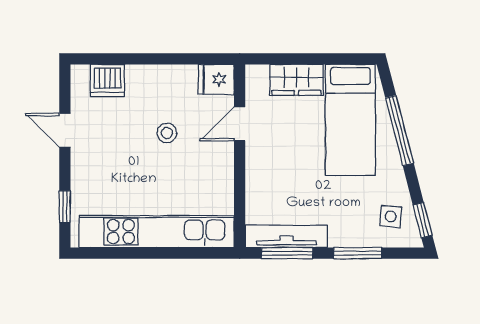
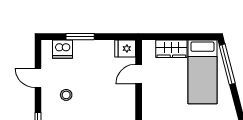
window: (138, 59) -> (80, 37), added
window: (399, 131) -> (227, 64), moved
stool: (167, 133) -> (66, 95), moved

